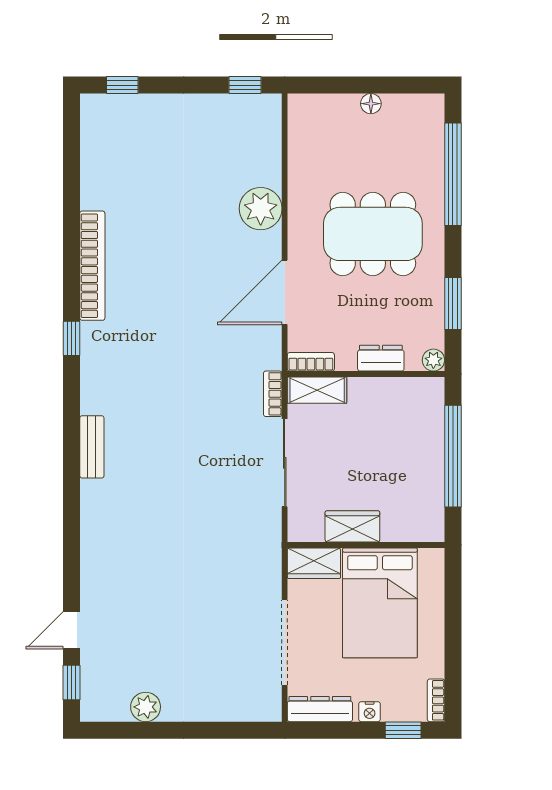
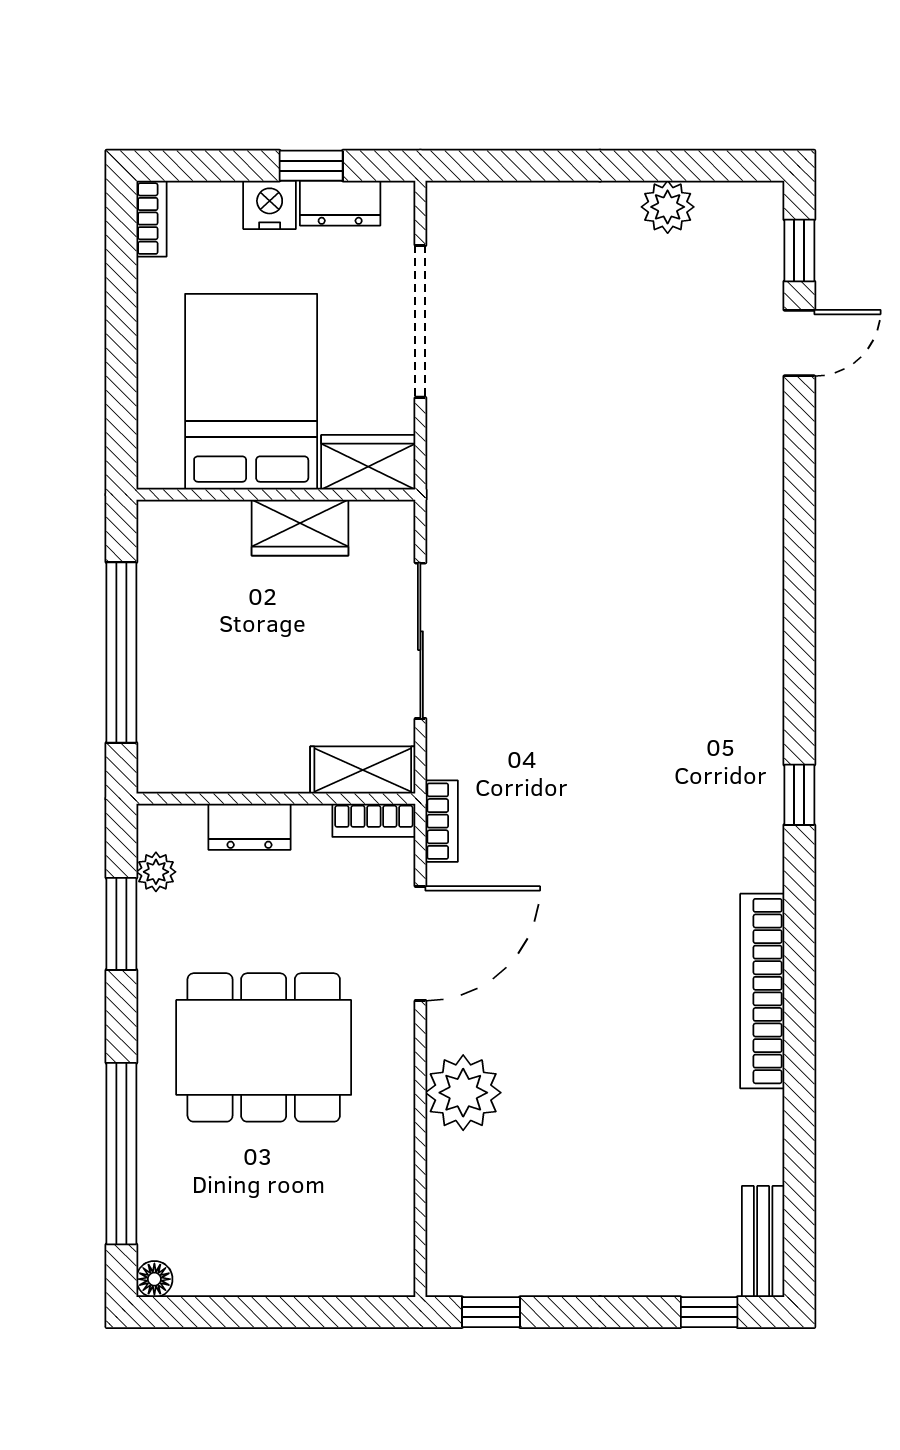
floor lamp: (371, 104) -> (154, 1279), moved
window: (71, 338) -> (799, 795), moved
plant: (433, 360) -> (156, 872), moved
bookcase: (273, 394) -> (442, 821), moved
bench: (92, 447) -> (763, 1242), moved
dresser: (320, 709) -> (340, 203), width x0.70
nightstand: (370, 712) -> (270, 205), width x1.39, depth x1.35
window: (403, 730) -> (311, 166), moved

